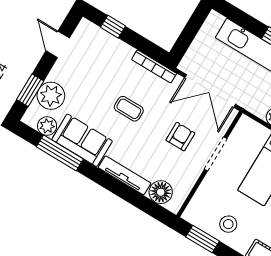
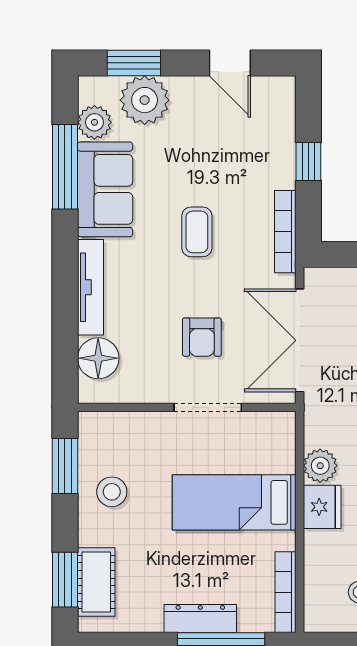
window: (113, 27) -> (308, 161), moved
door: (58, 44) -> (230, 63), swing flipped
armchair: (180, 137) -> (202, 337), turned 90

